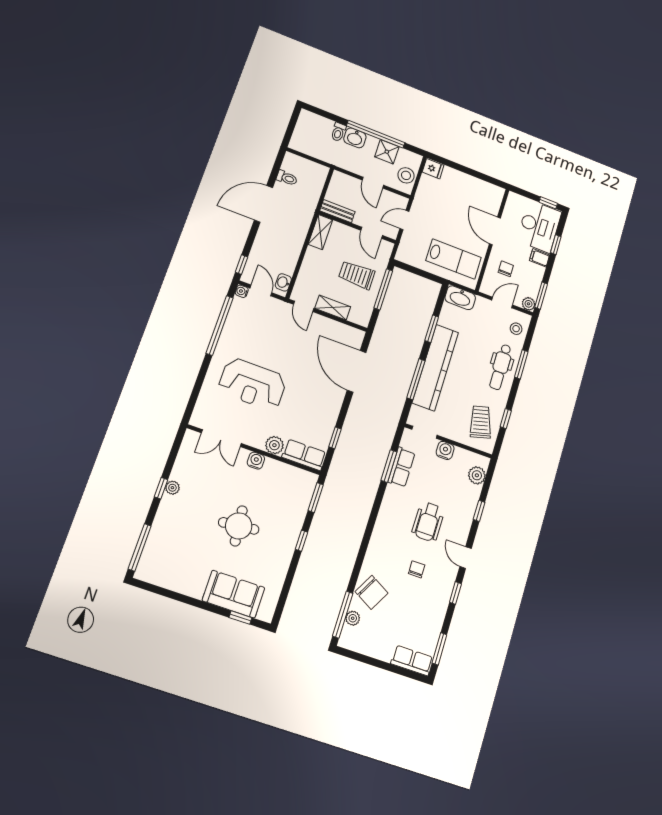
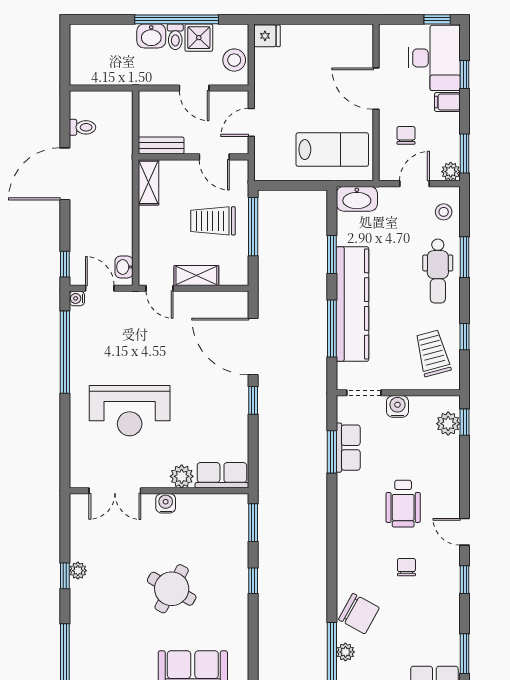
toilet: (338, 132) -> (175, 37), moved
window: (335, 438) -> (253, 400), moved
window: (479, 511) -> (465, 422), moved
round table: (239, 526) -> (172, 589), turned 35

